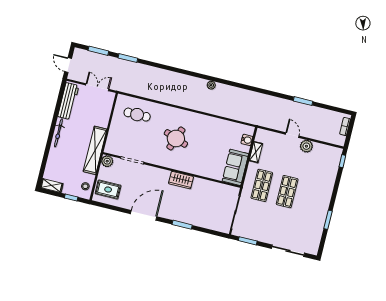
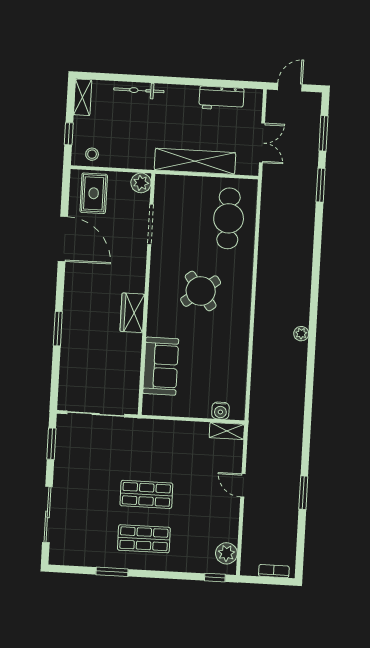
workbench: (68, 101) -> (221, 98), width x0.73
cafe table: (137, 115) -> (229, 218), width x1.37, depth x1.35
bicycle: (58, 133) -> (139, 90), moved
door: (292, 135) -> (243, 485), swing flipped
round table: (176, 138) -> (201, 291), turned 33
plant: (306, 146) -> (226, 553), moved
shelving: (95, 150) -> (195, 161), moved
shelving: (256, 152) -> (227, 431), moved
sofa: (235, 167) -> (161, 366), moved, turned 90
shop shelf: (262, 185) -> (144, 539), moved
door: (144, 215) -> (63, 239), moved

